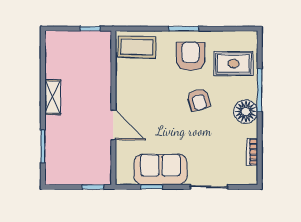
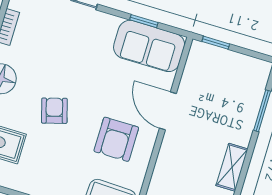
armchair: (191, 56) -> (116, 139), moved
sofa: (160, 169) -> (149, 46), moved

